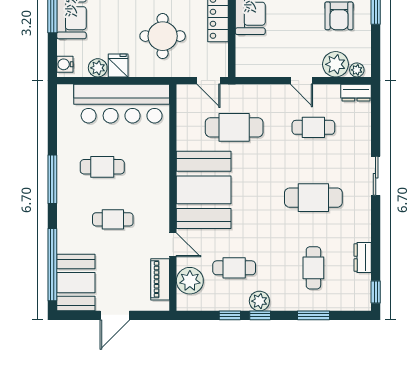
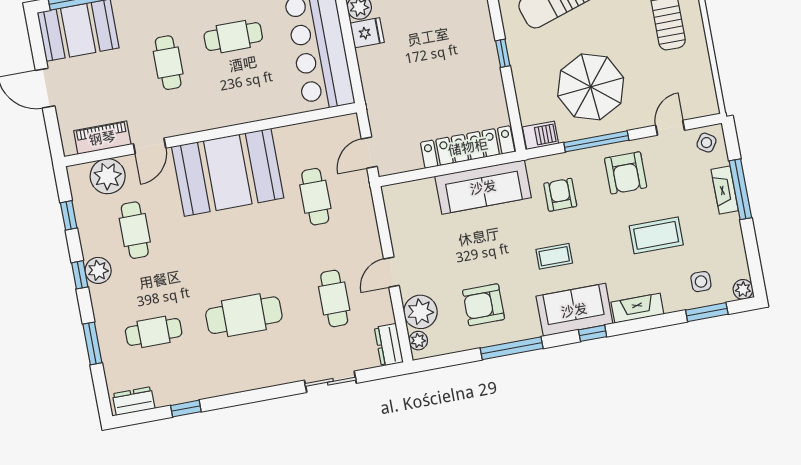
round table: (163, 36) -> (416, 83), removed
cafe table: (234, 127) -> (315, 197), width x0.73, depth x0.74
cafe table: (102, 167) -> (233, 37), turned 90
sliding door: (376, 176) -> (330, 382), moved
cafe table: (313, 198) -> (244, 315), turned 90
dresser: (363, 258) -> (134, 401), moved
window: (376, 292) -> (186, 409), moved
window: (230, 315) -> (69, 215), moved

